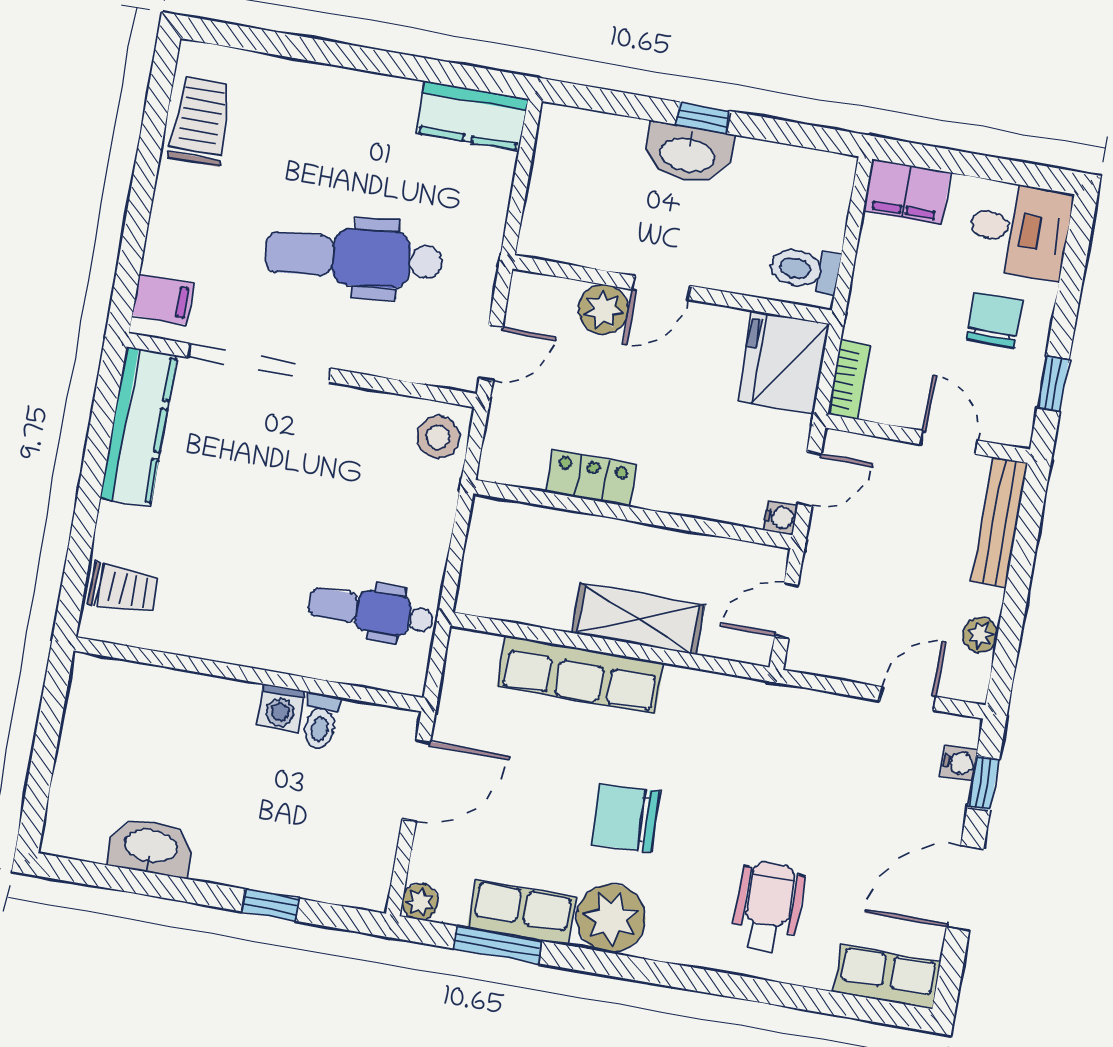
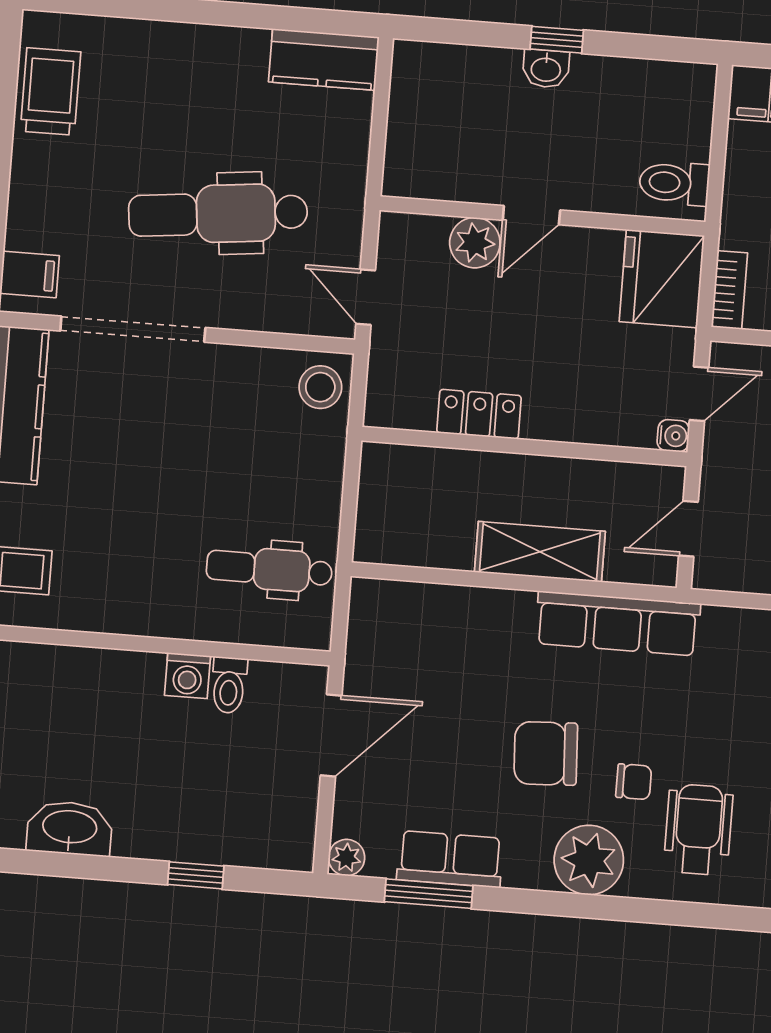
washbasin: (688, 153) -> (546, 69), width x0.52, depth x0.69
door: (491, 353) -> (366, 297), swing flipped
row of seats: (580, 675) -> (618, 623), moved
chair: (709, 854) -> (634, 782), added
plant: (611, 918) -> (589, 860), moved

